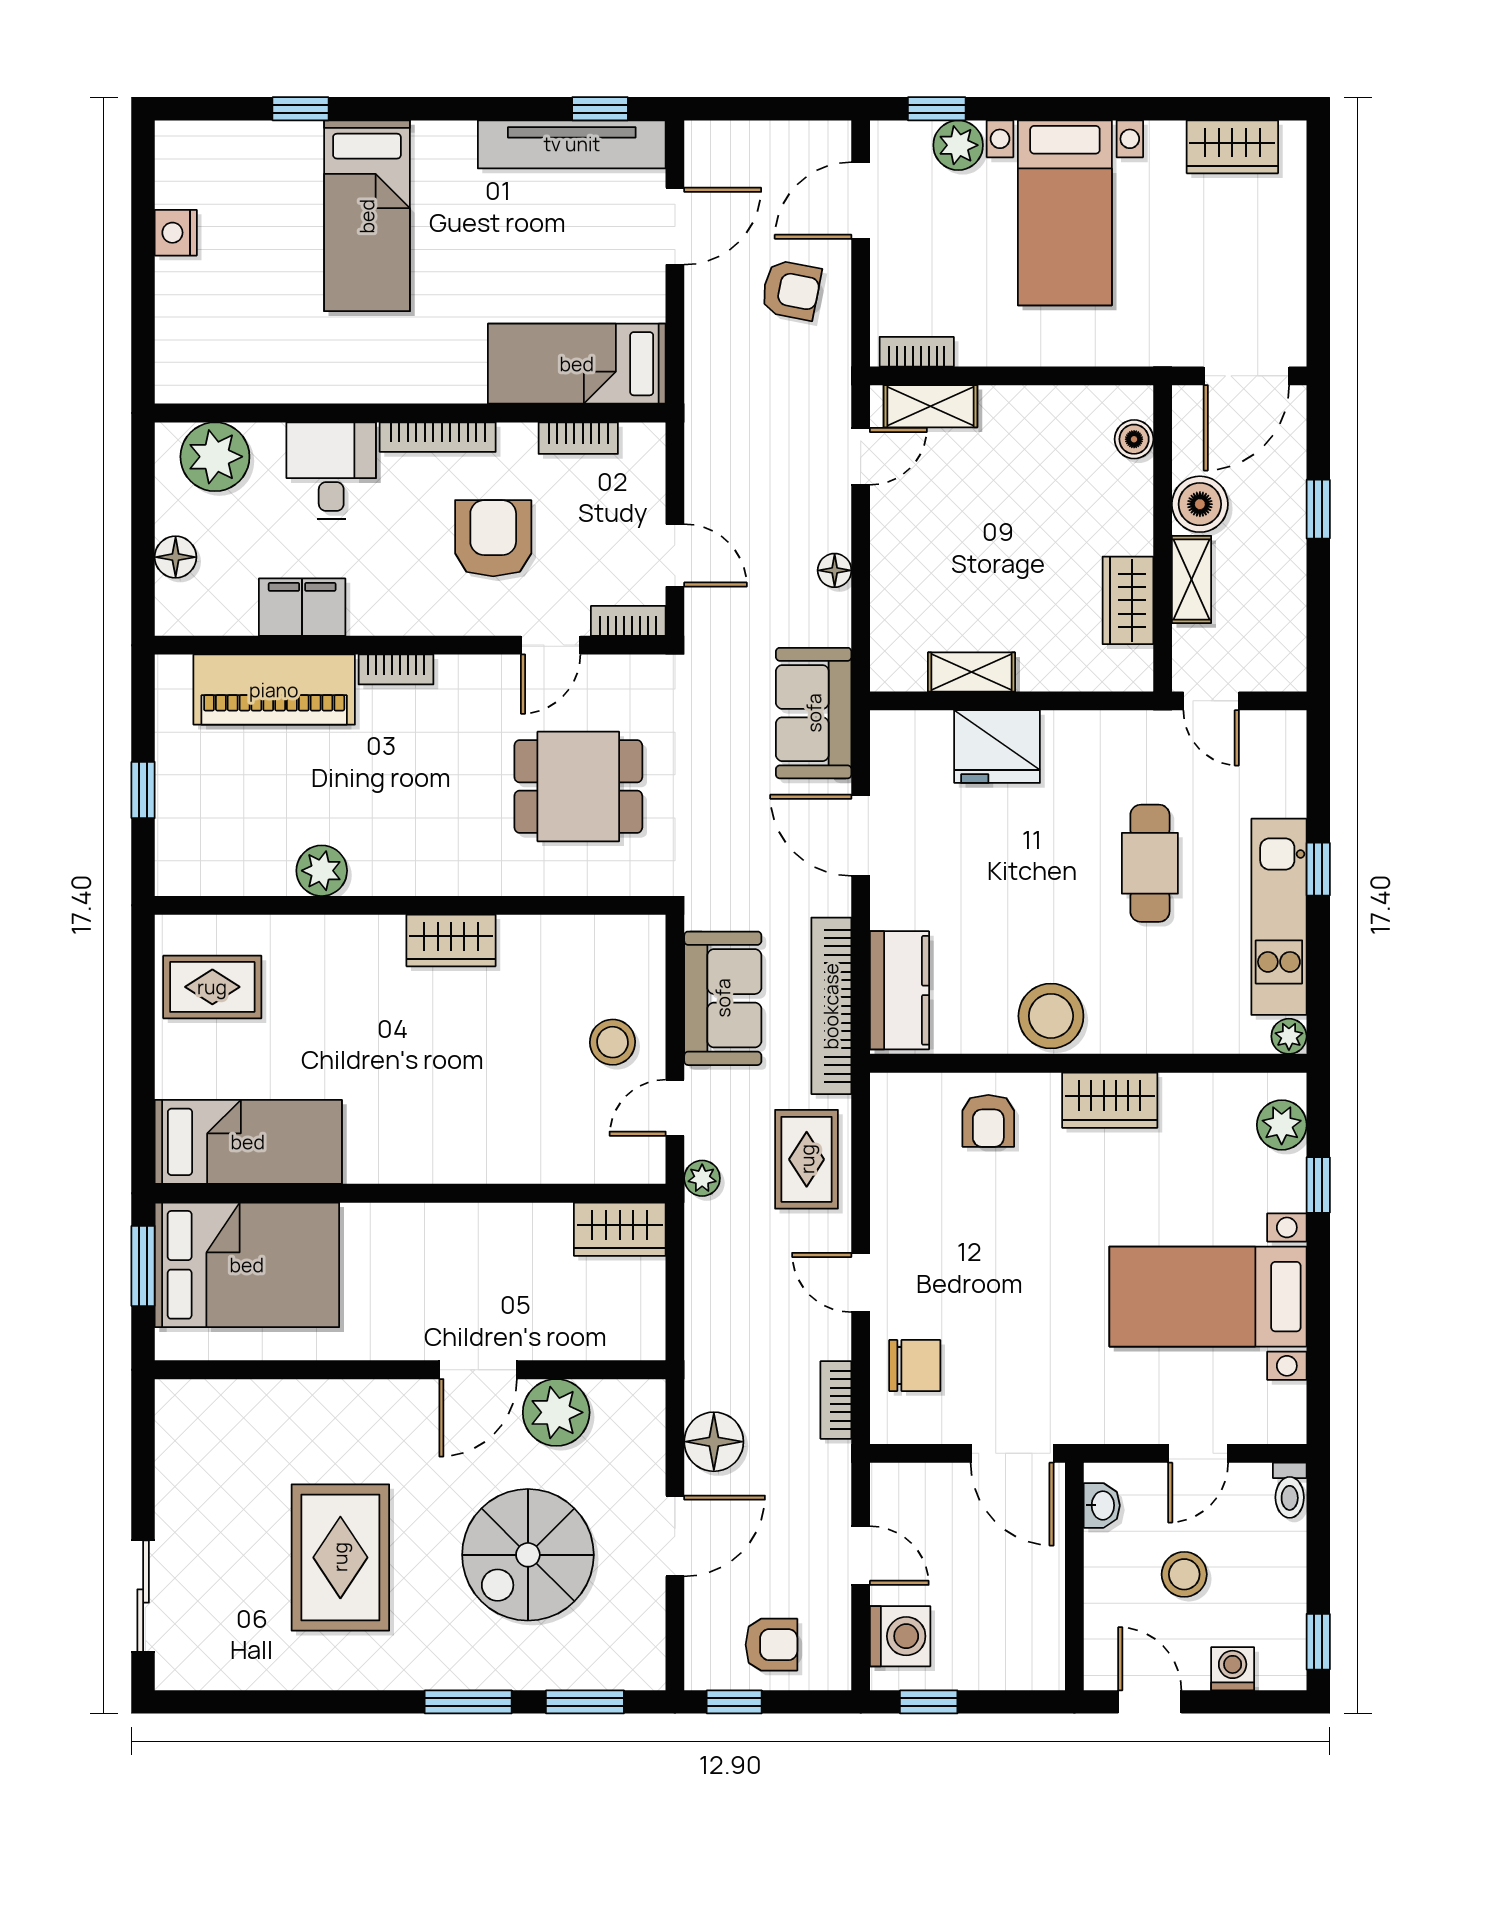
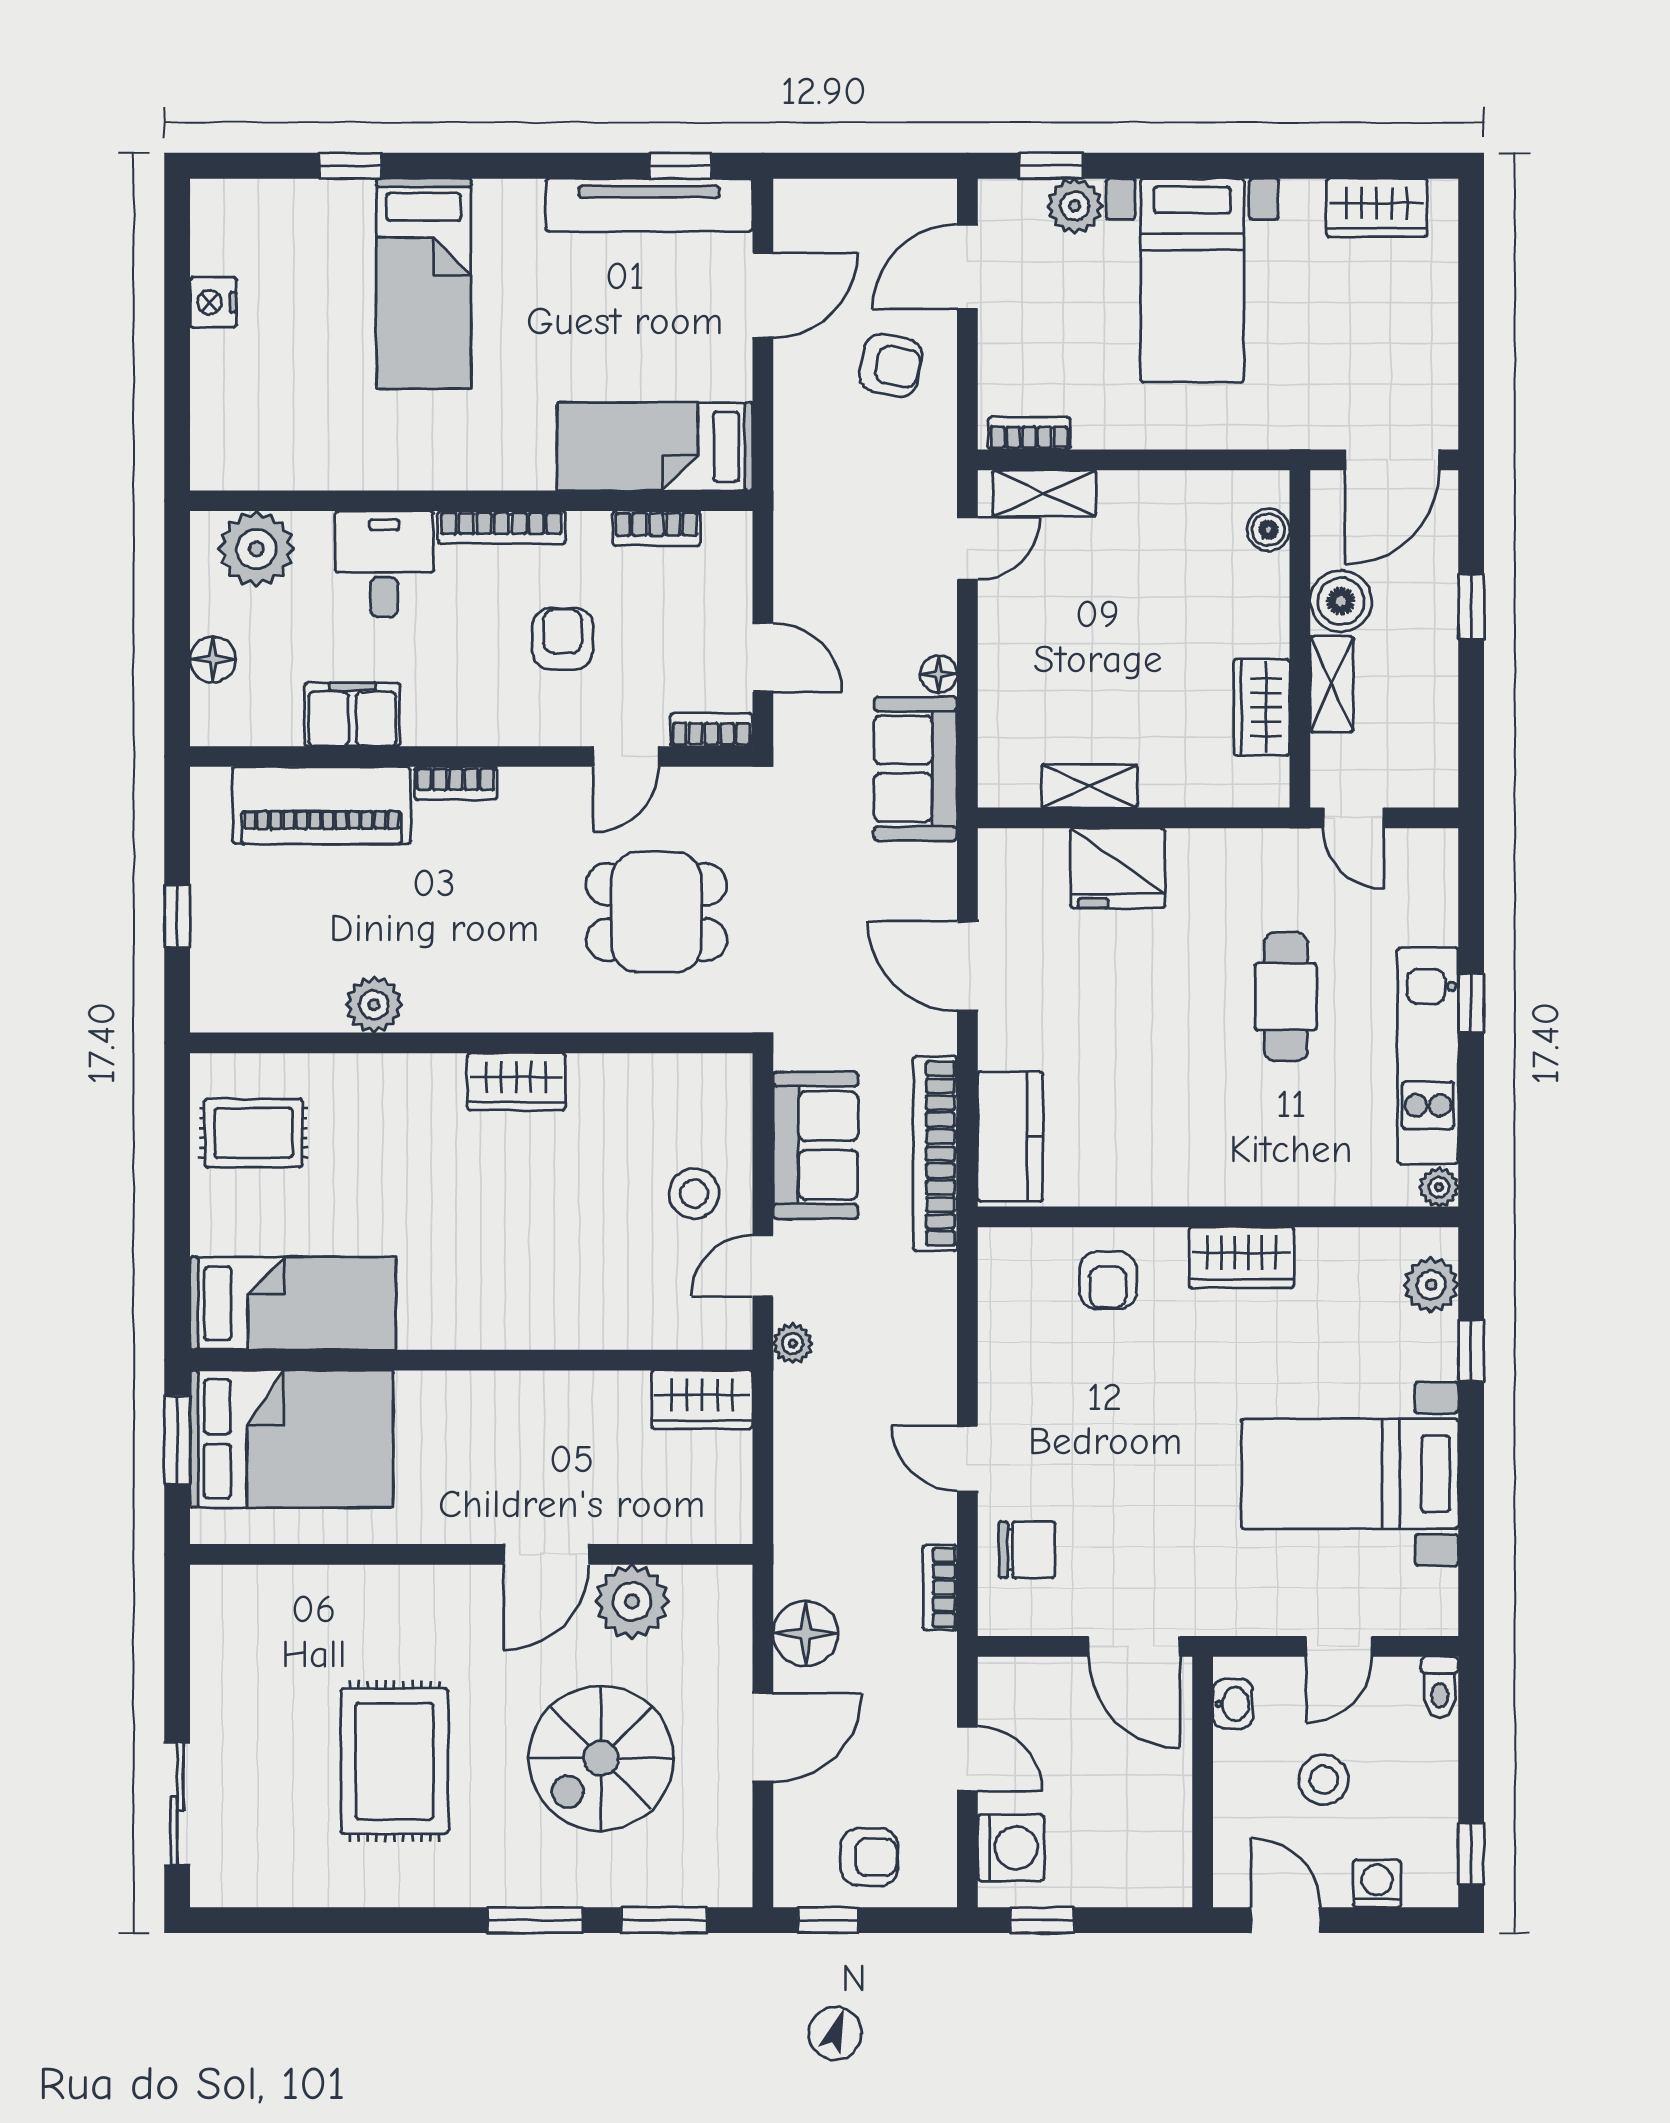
armchair: (493, 538) -> (563, 639), width x0.72, depth x0.72
sofa: (814, 713) -> (916, 769), moved
stool: (1051, 1016) -> (1177, 1165), removed
rug: (807, 1159) -> (908, 1323), removed

